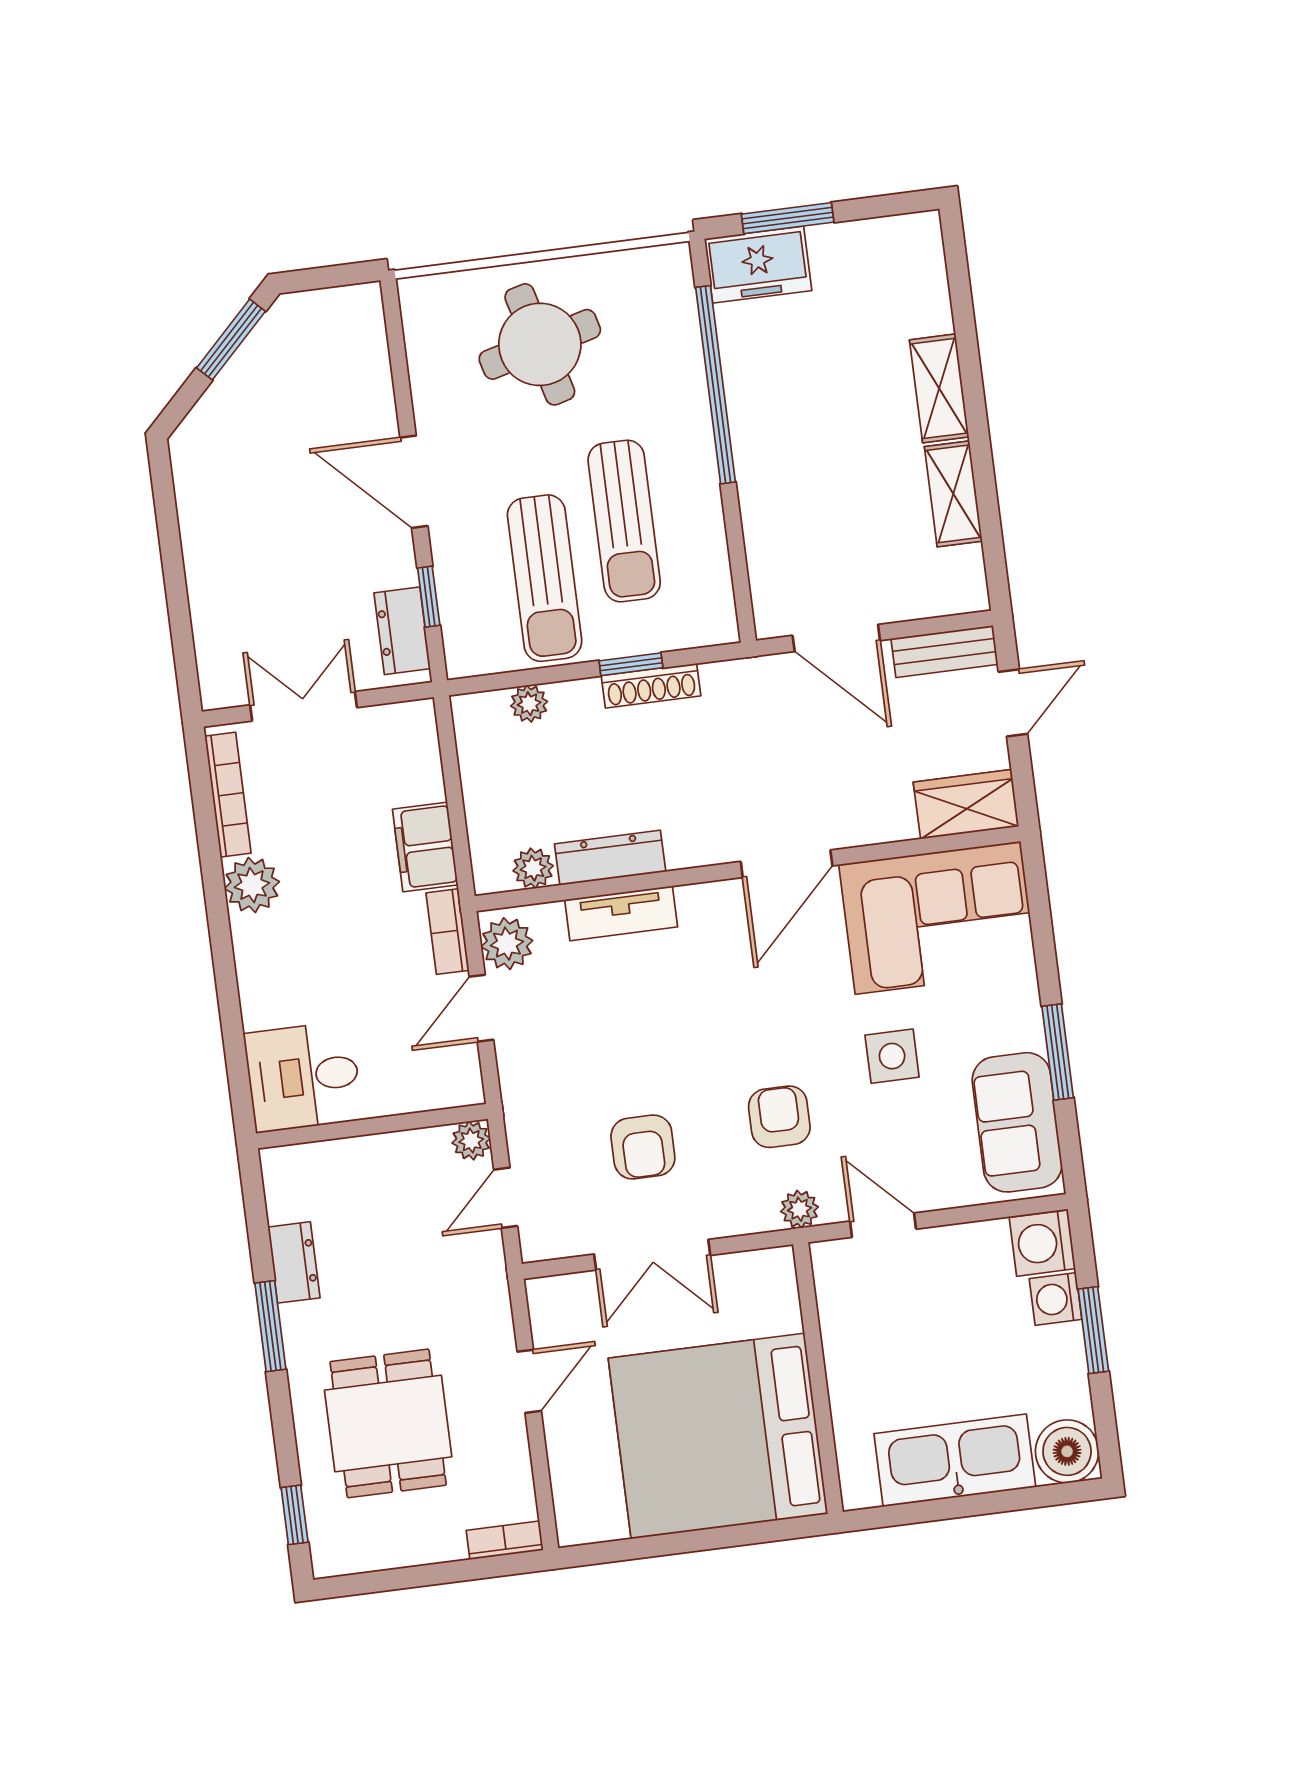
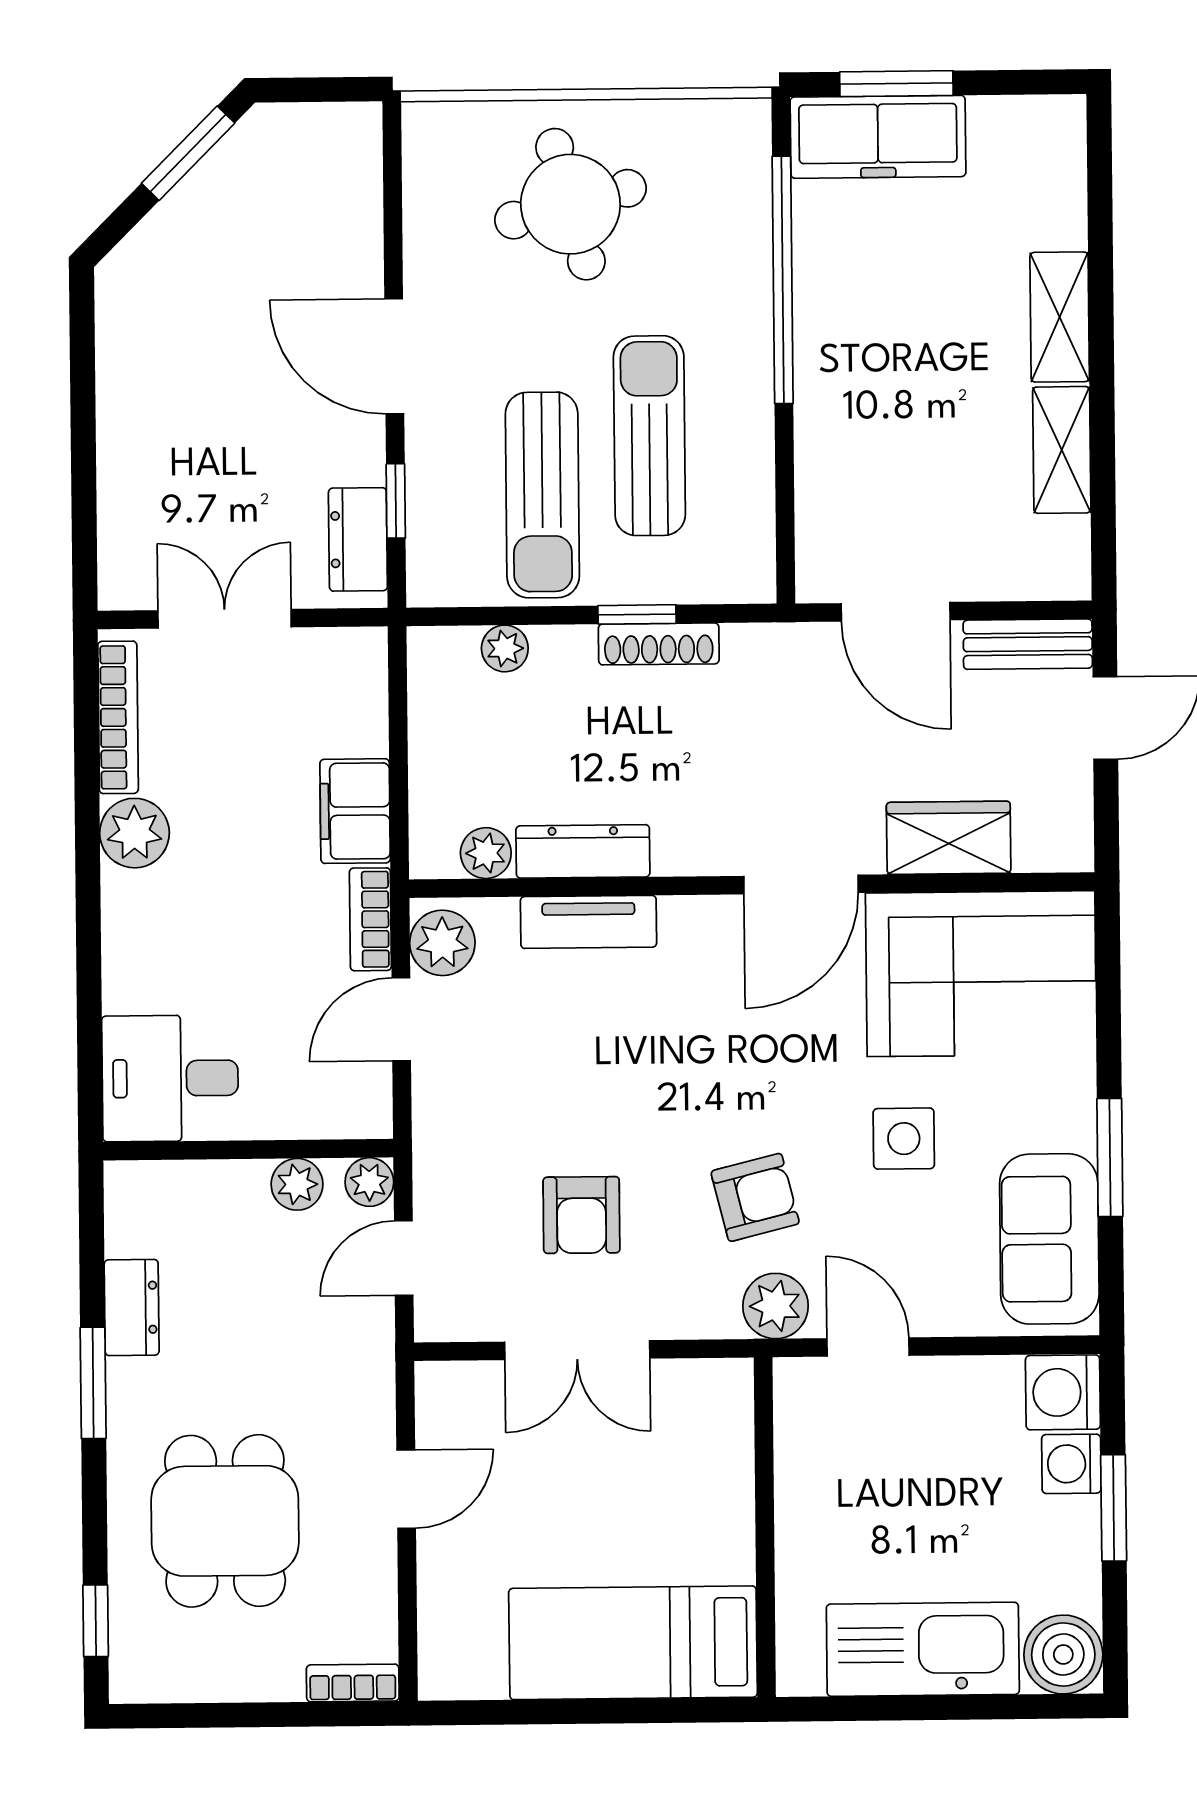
freezer: (758, 265) -> (878, 137), width x1.40
sun lounger: (624, 521) -> (649, 436), turned 180
wardrobe: (966, 804) -> (949, 838), moved
armchair: (779, 1117) -> (755, 1197), turned 76
plant: (414, 1149) -> (297, 1184), added
plant: (799, 1209) -> (775, 1306), width x1.38, depth x1.38
bed: (718, 1436) -> (633, 1643), width x0.49

